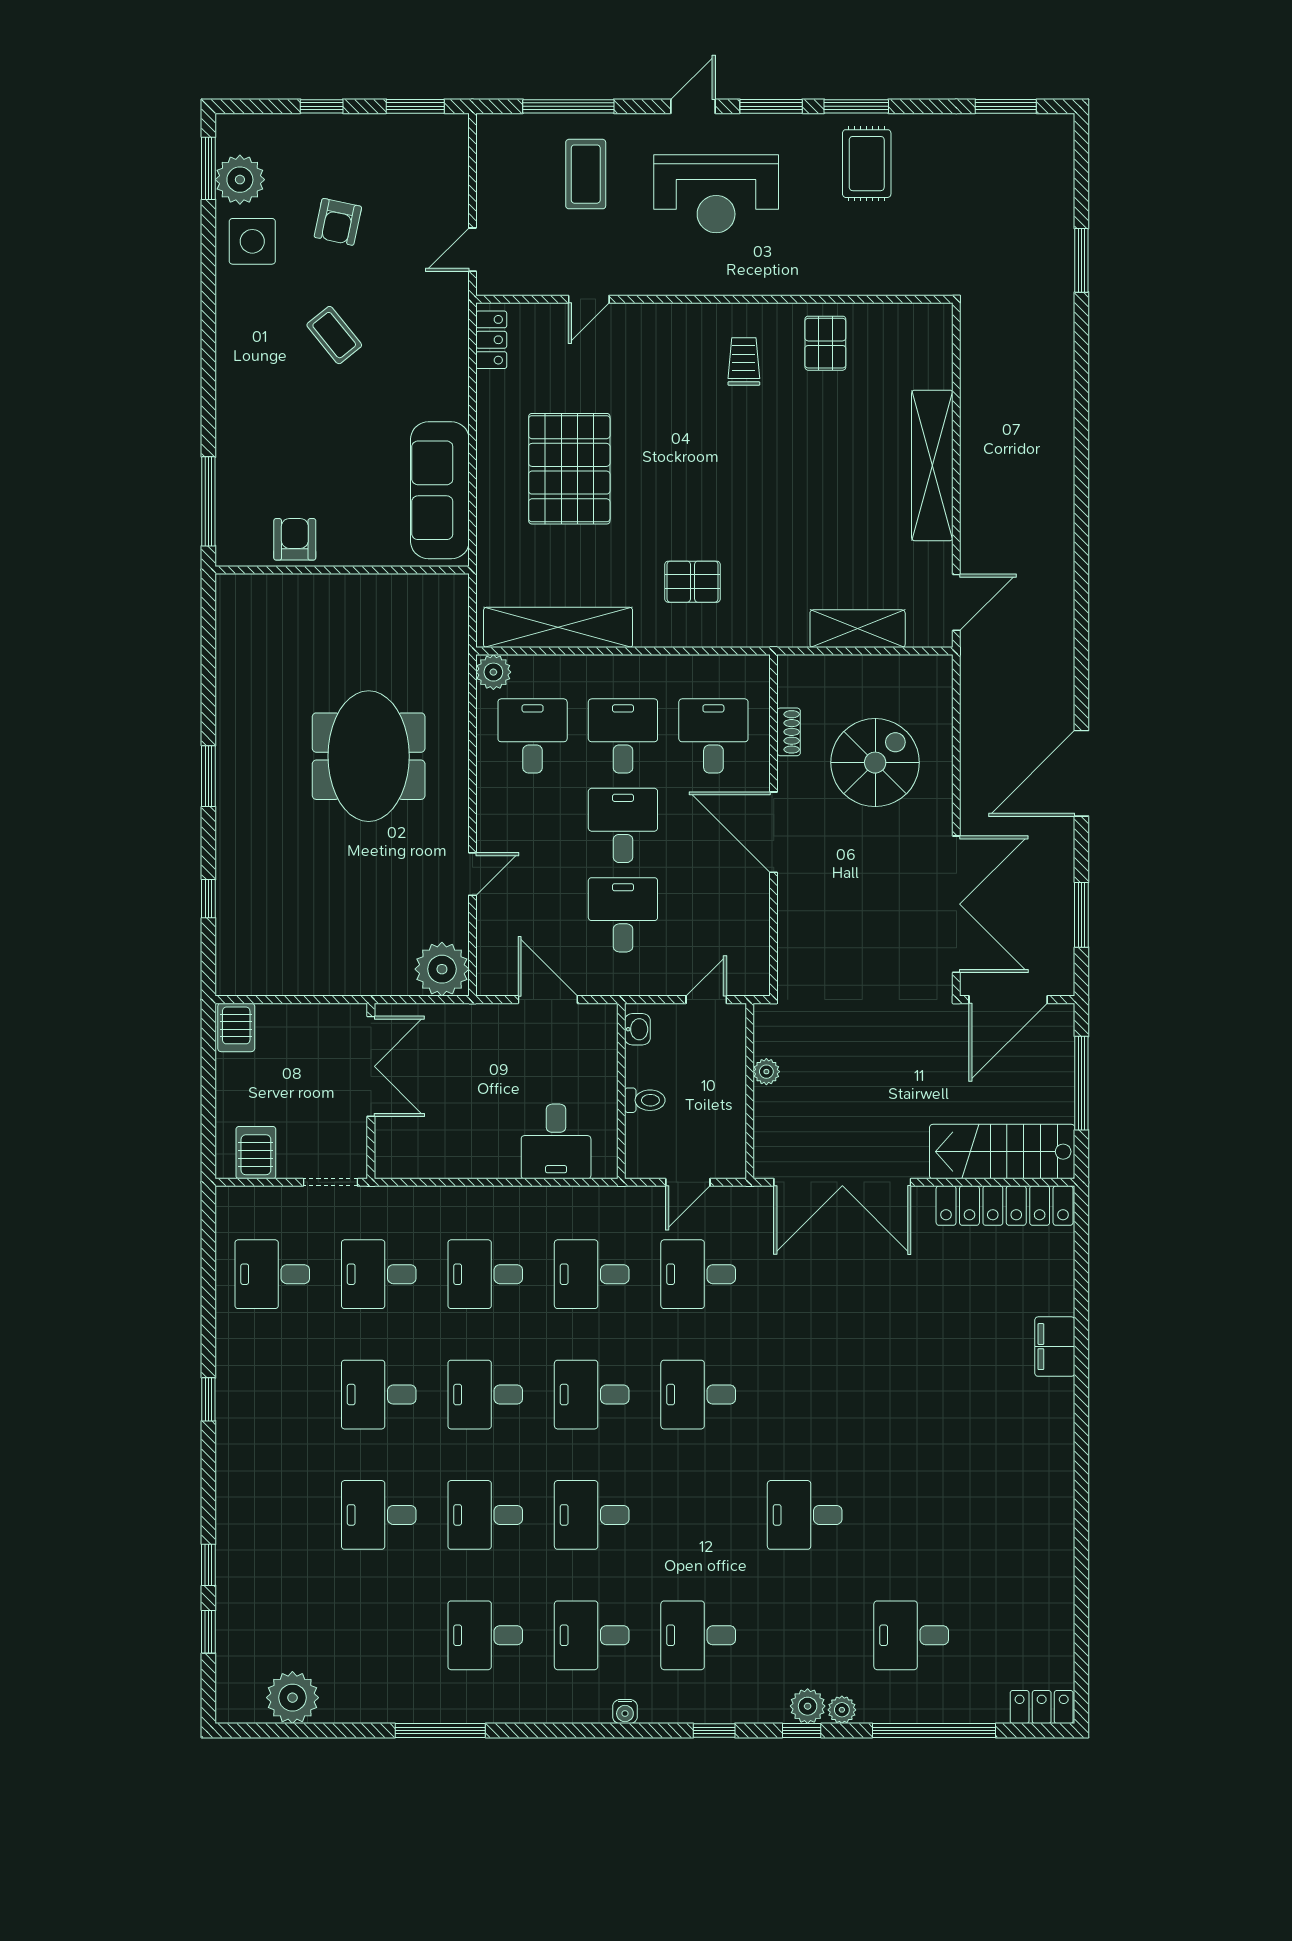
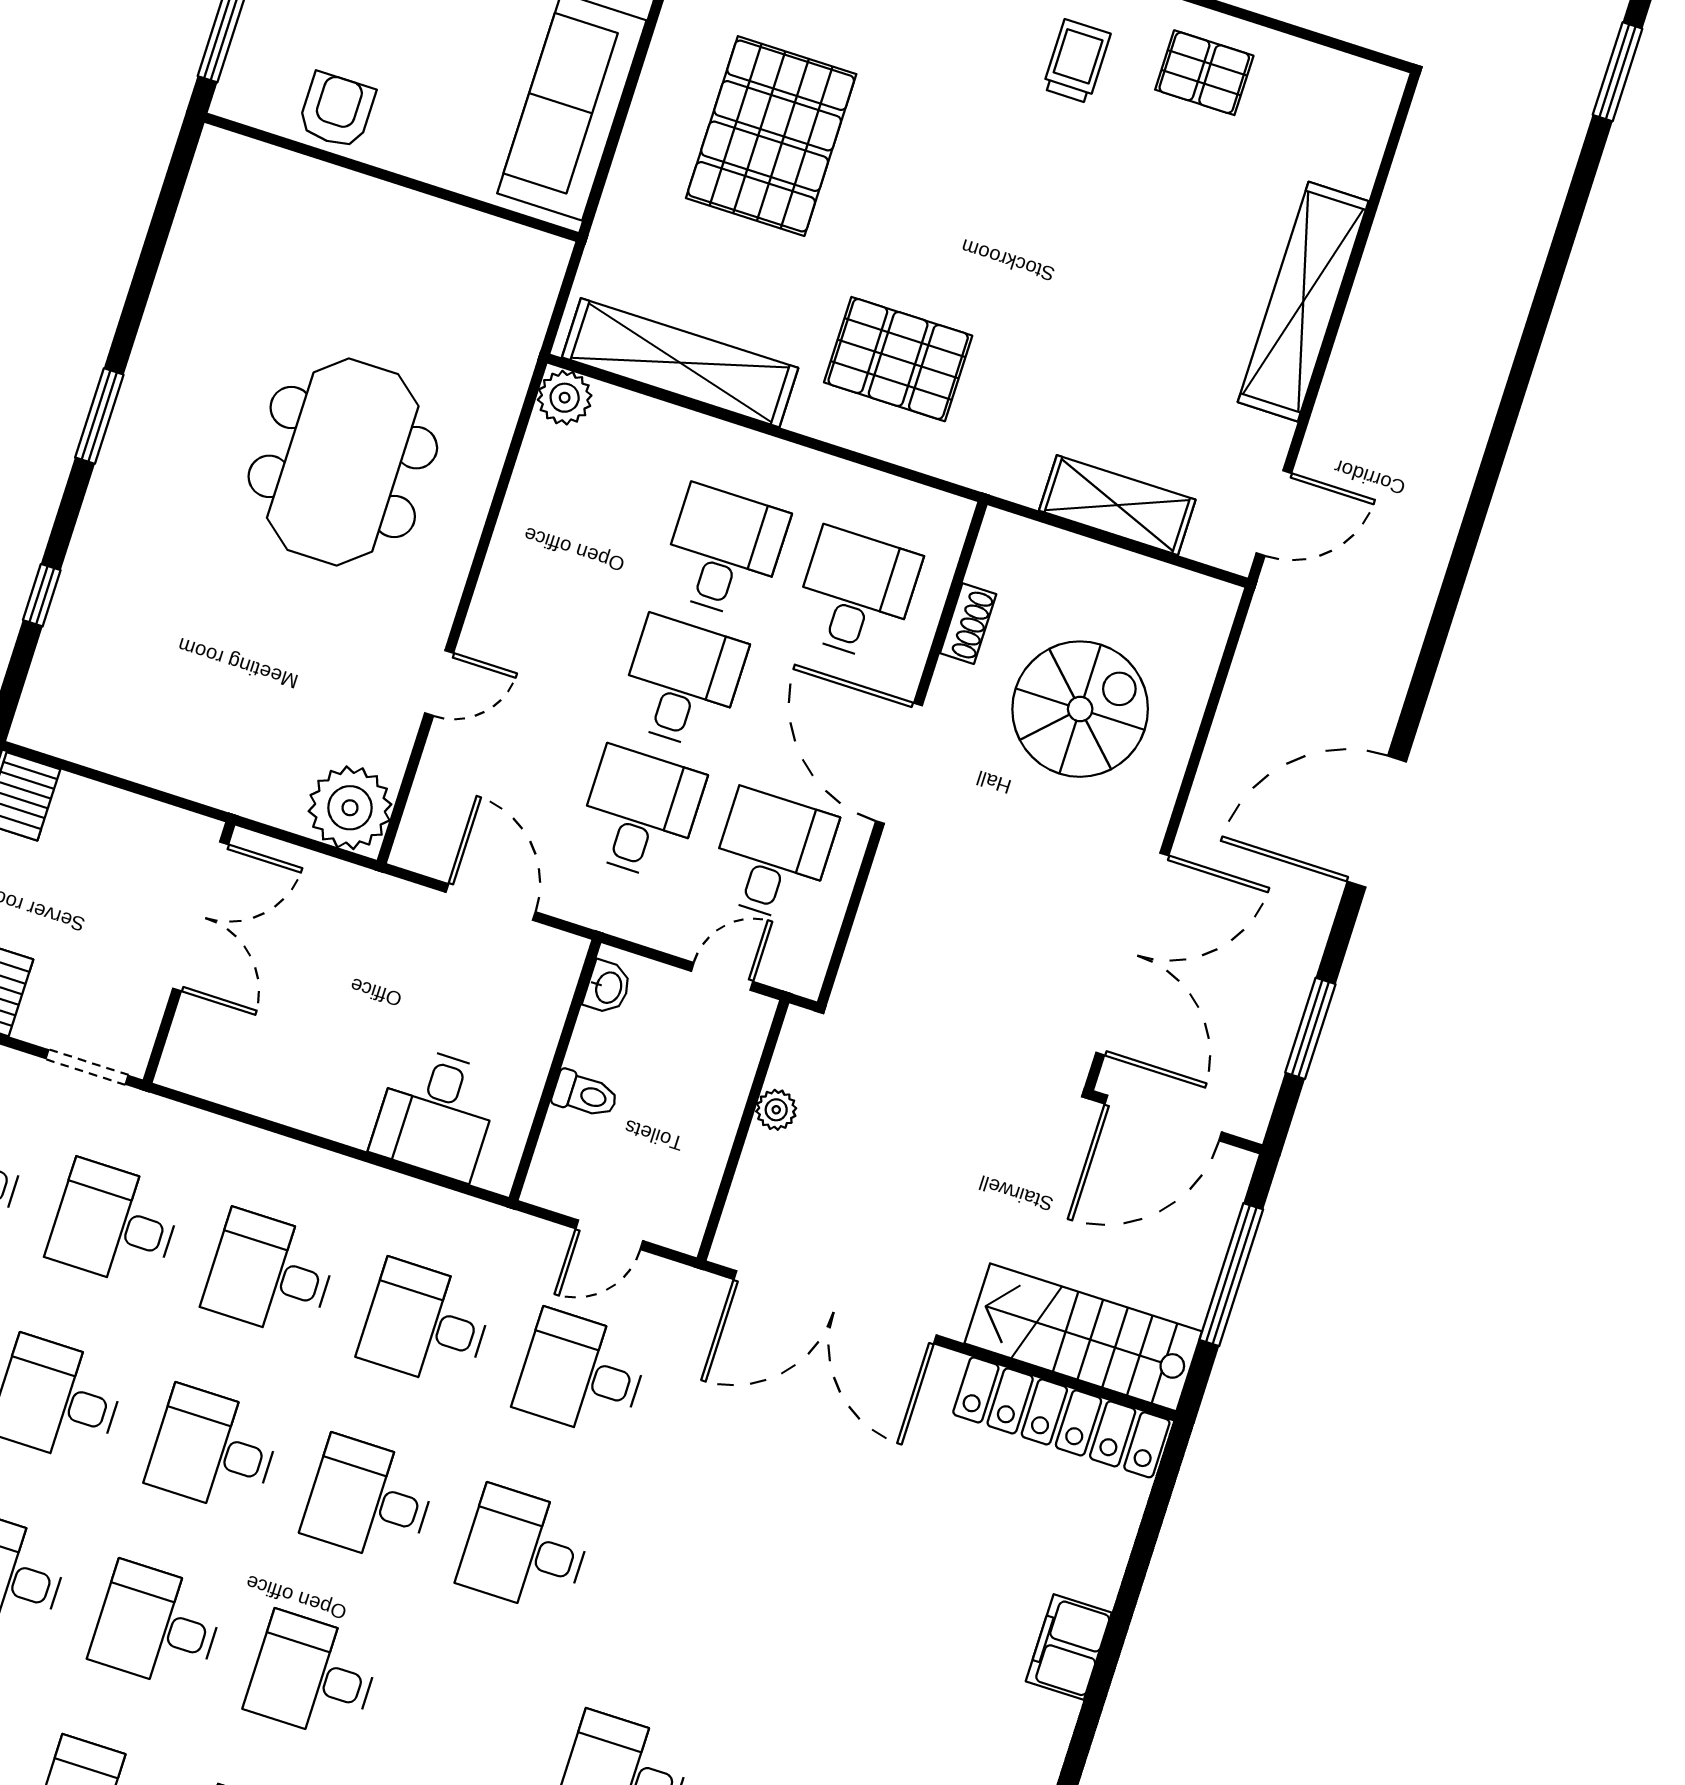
pallet: (825, 343) -> (1204, 73), turned 90
pallet: (693, 582) -> (898, 359), width x1.50, depth x1.42
desk: (533, 736) -> (772, 856), moved

